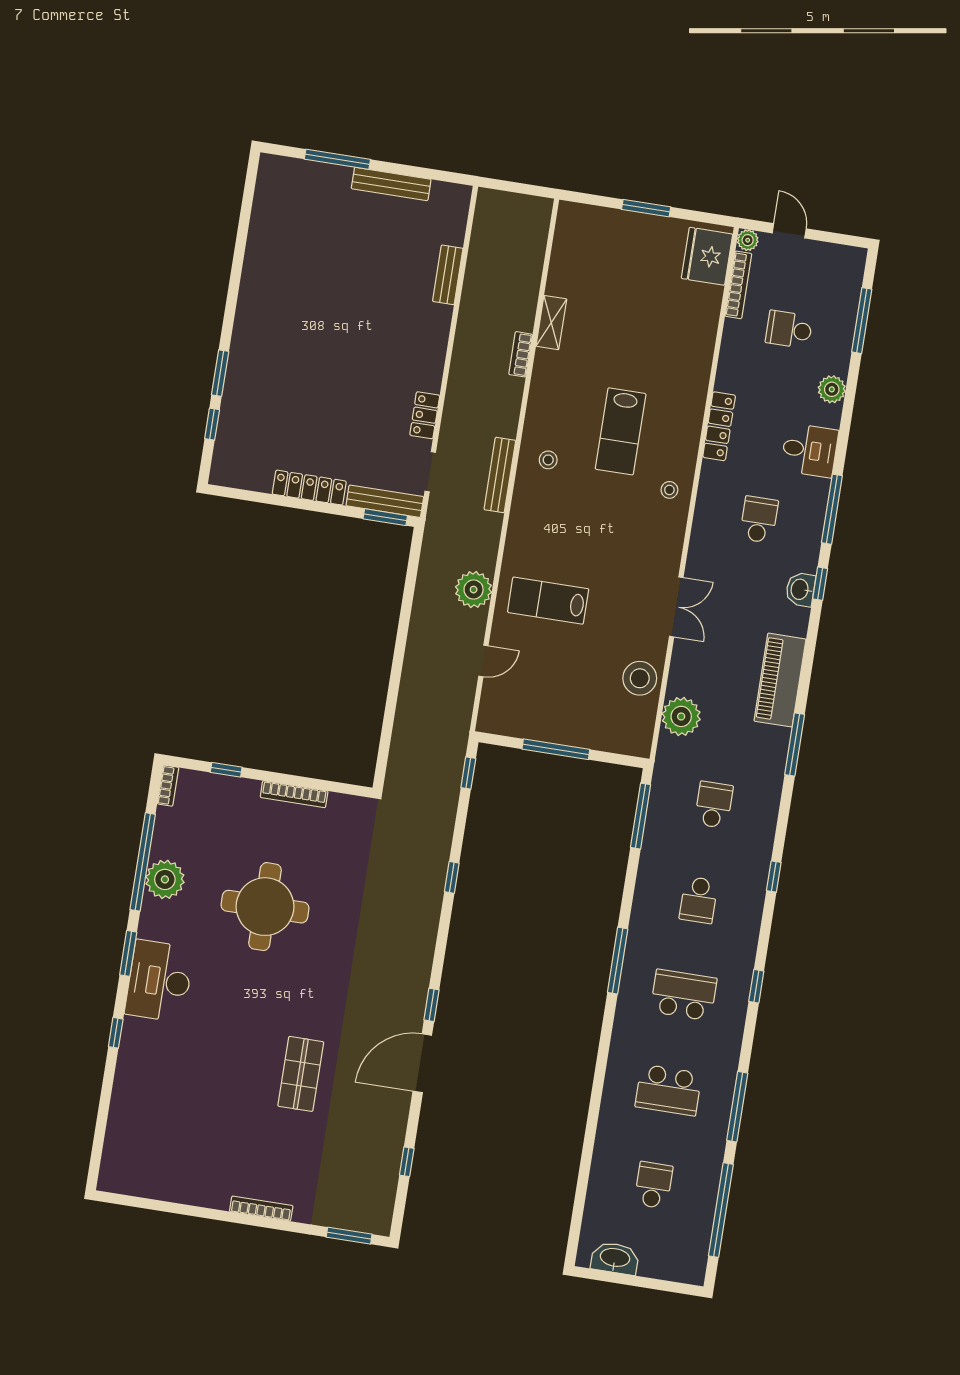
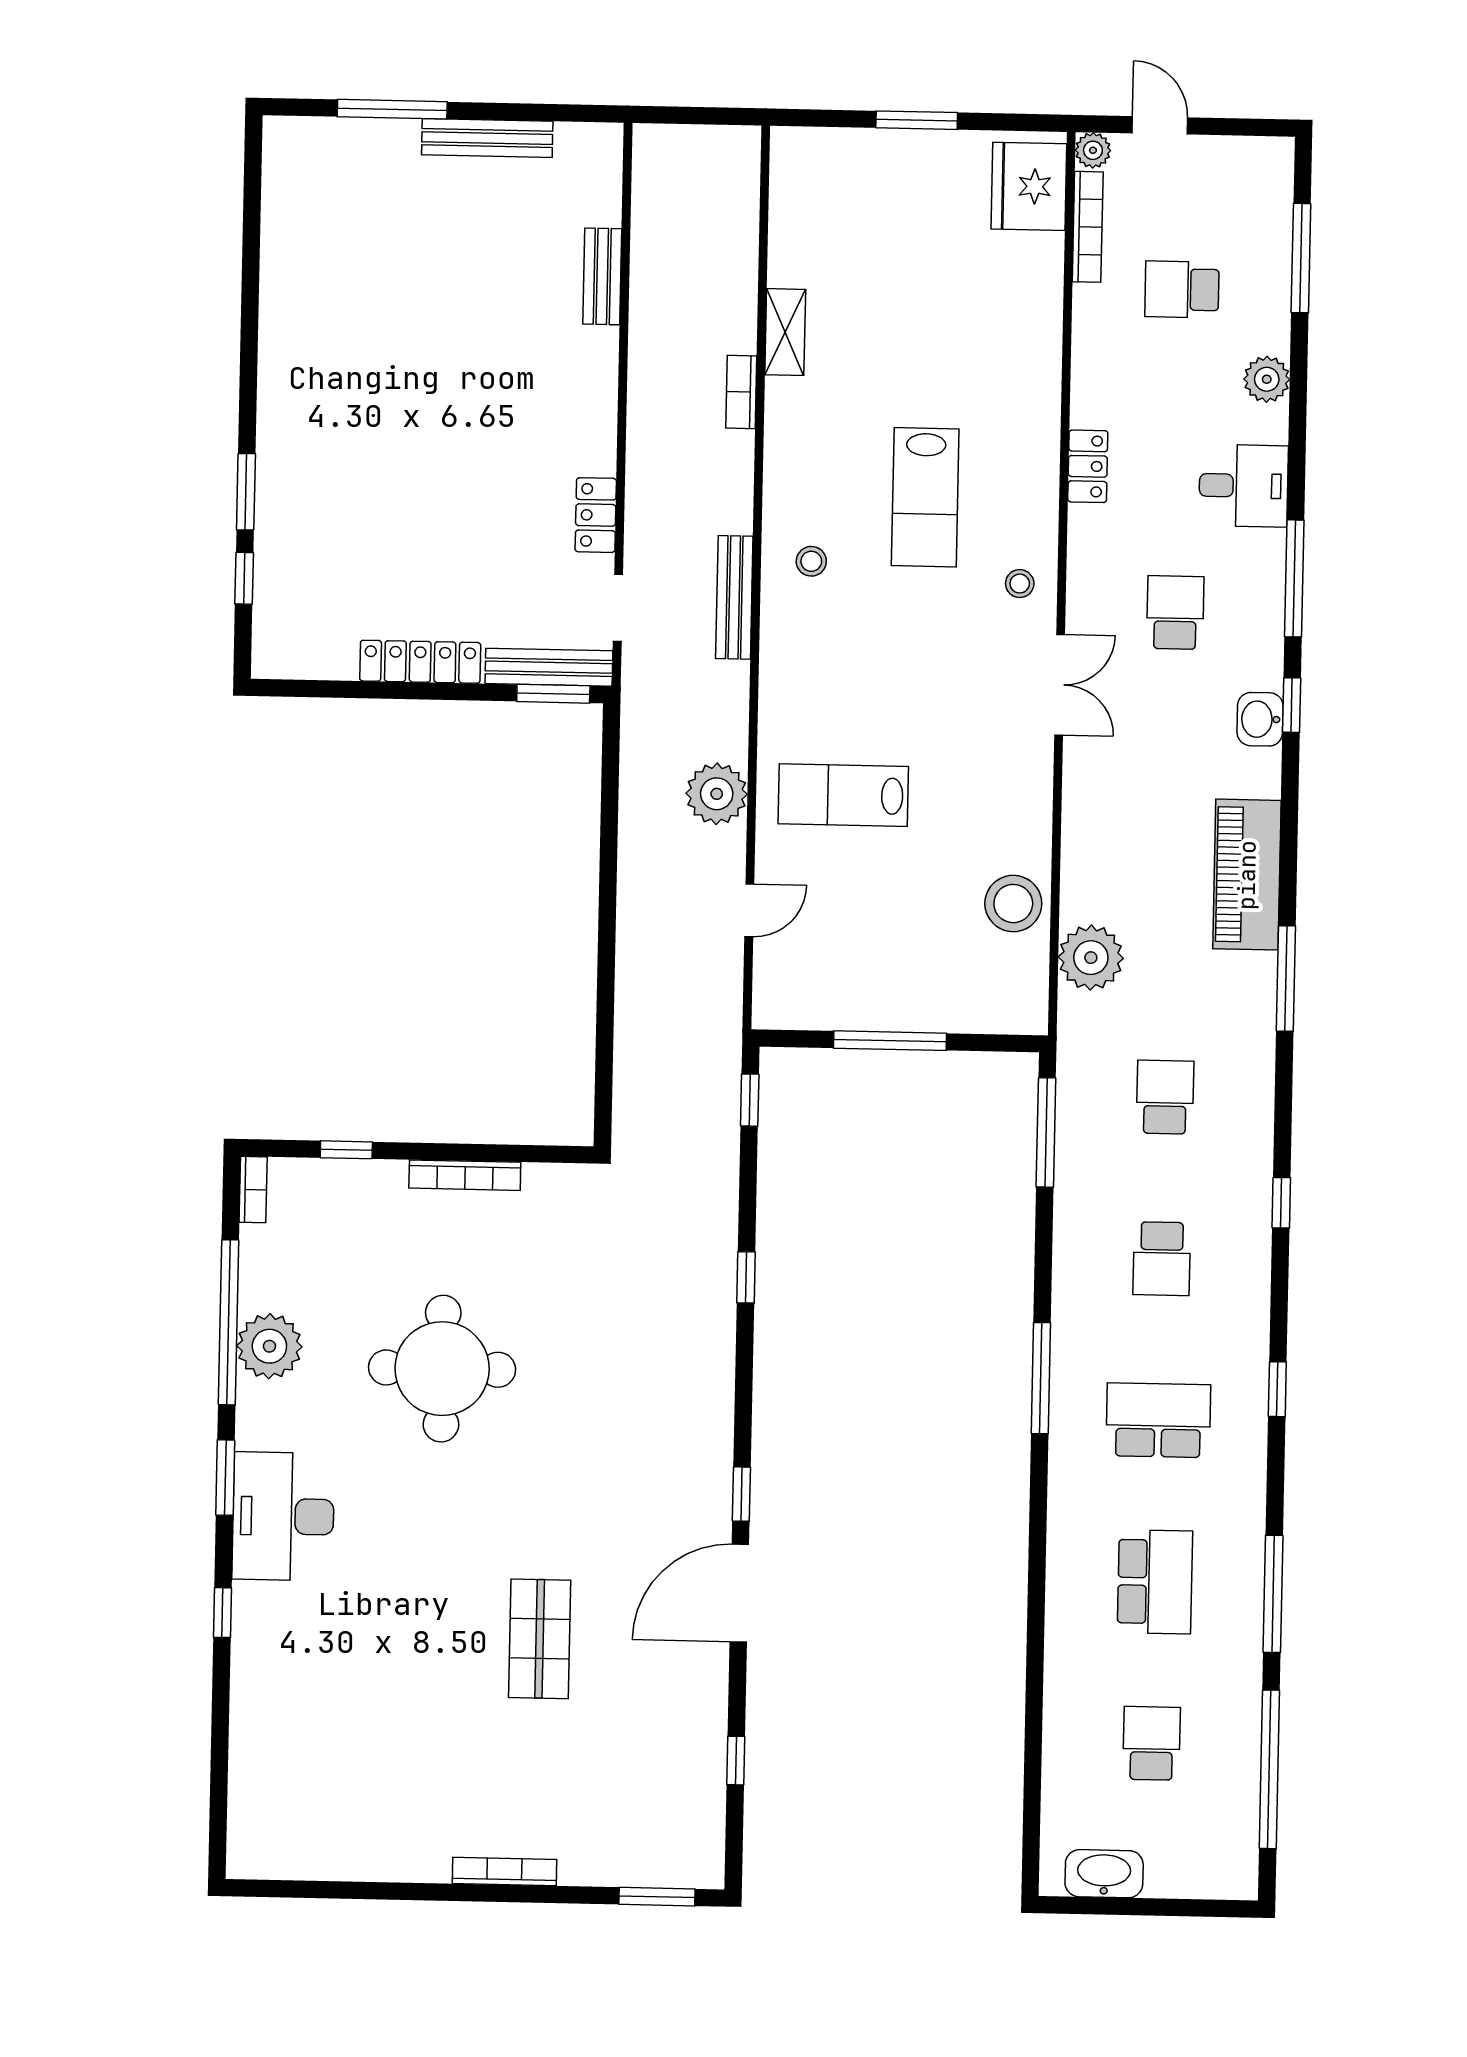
locker: (719, 426) -> (1088, 466), width x0.66
double door: (676, 607) -> (1060, 685), moved
school desk: (669, 1090) -> (1155, 1582), turned -90

